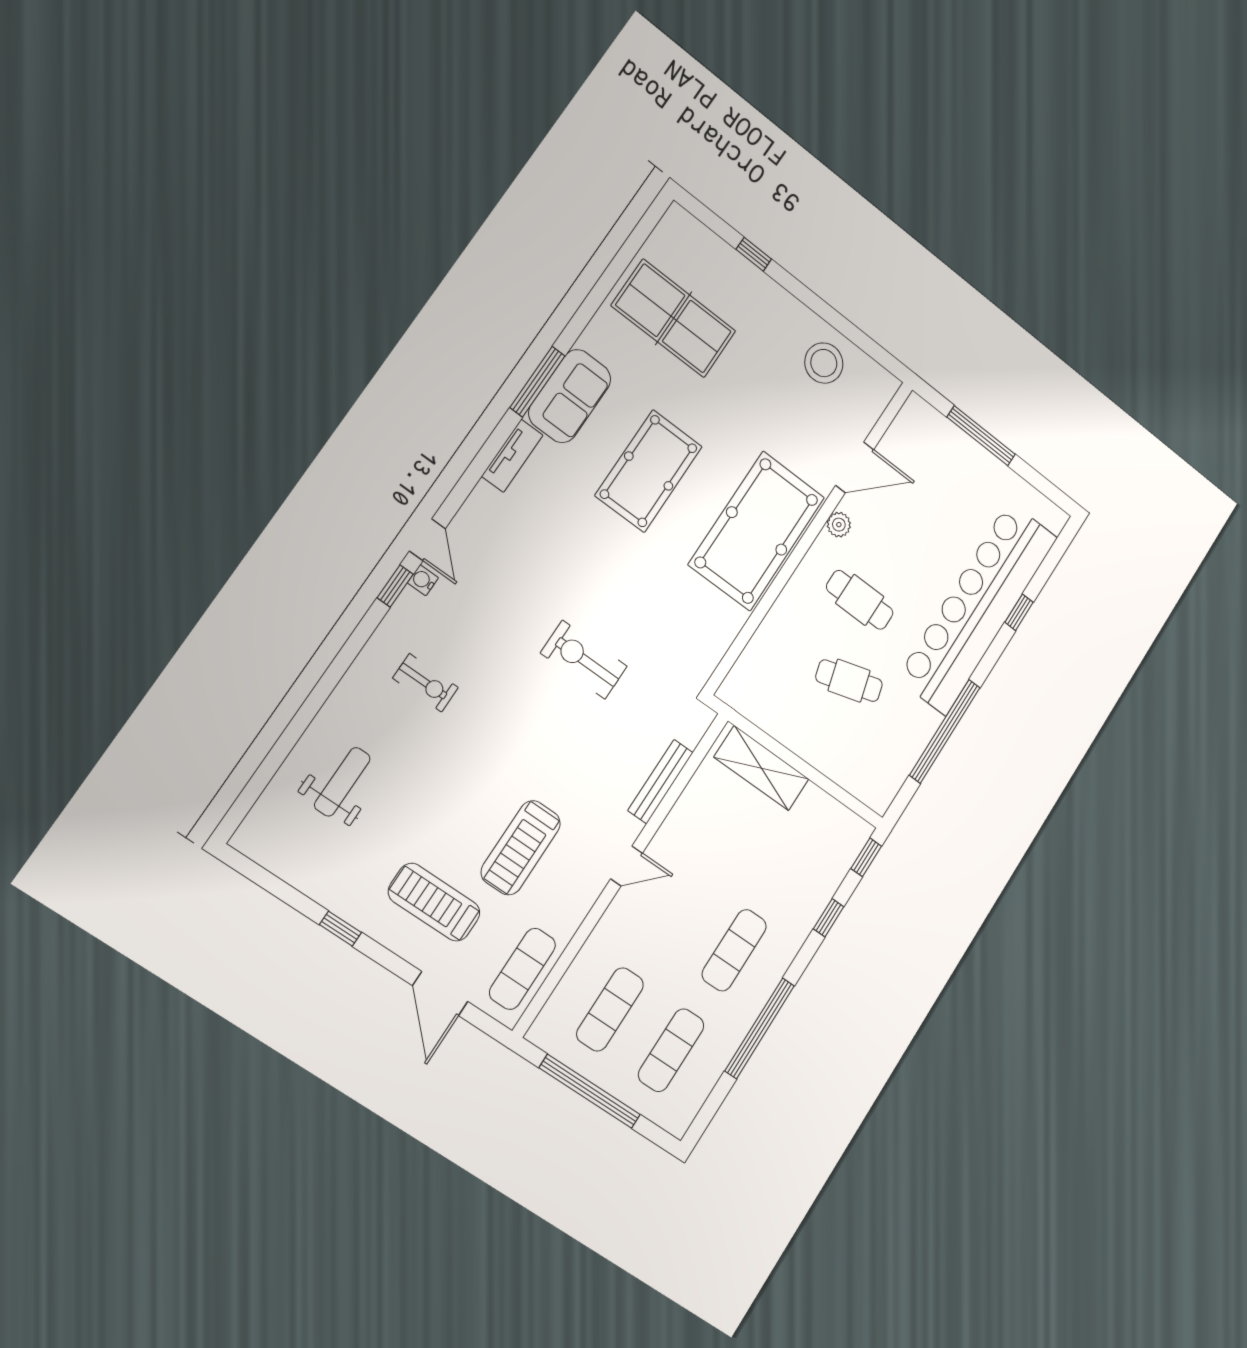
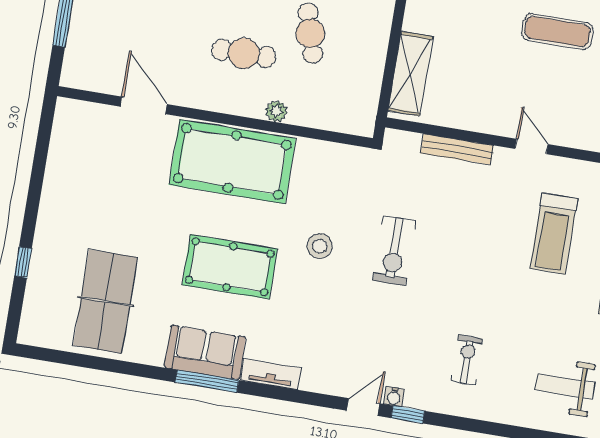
stool: (824, 363) -> (320, 246), moved, width x0.73, depth x0.73
plant: (839, 525) -> (276, 111), moved
cafe table: (860, 600) -> (244, 53), turned 90
treadmill: (521, 848) -> (554, 234), turned 90

